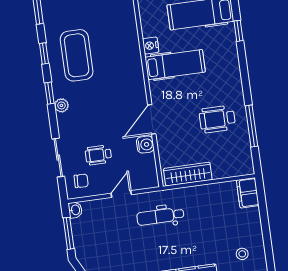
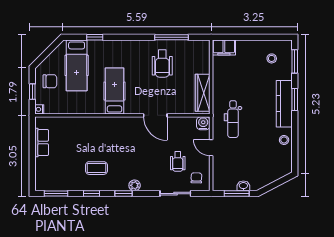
nightstand: (151, 45) -> (97, 108), removed
coffee table: (77, 55) -> (96, 168), width x0.54, depth x0.58
water cooler: (145, 145) -> (203, 123), moved
washbasin: (75, 210) -> (243, 186), moved

